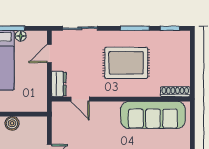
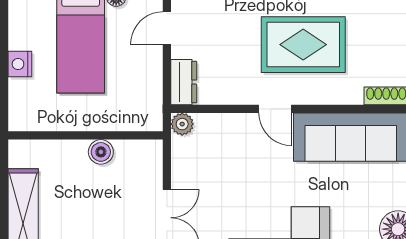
door: (80, 99) -> (275, 109), moved
plant: (58, 108) -> (182, 124), added

